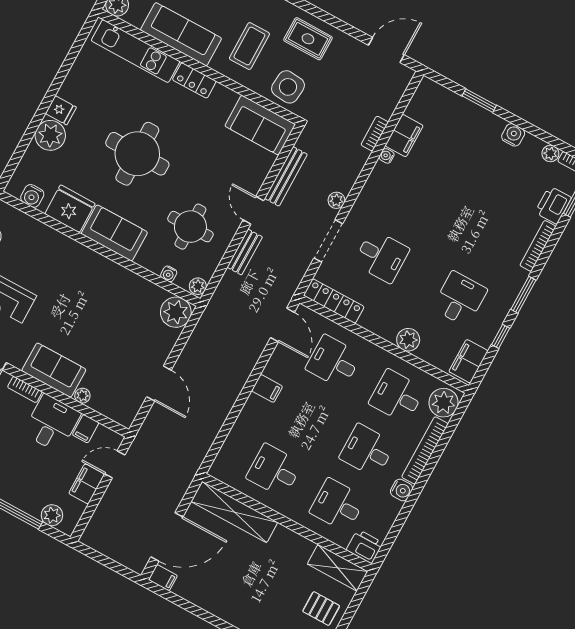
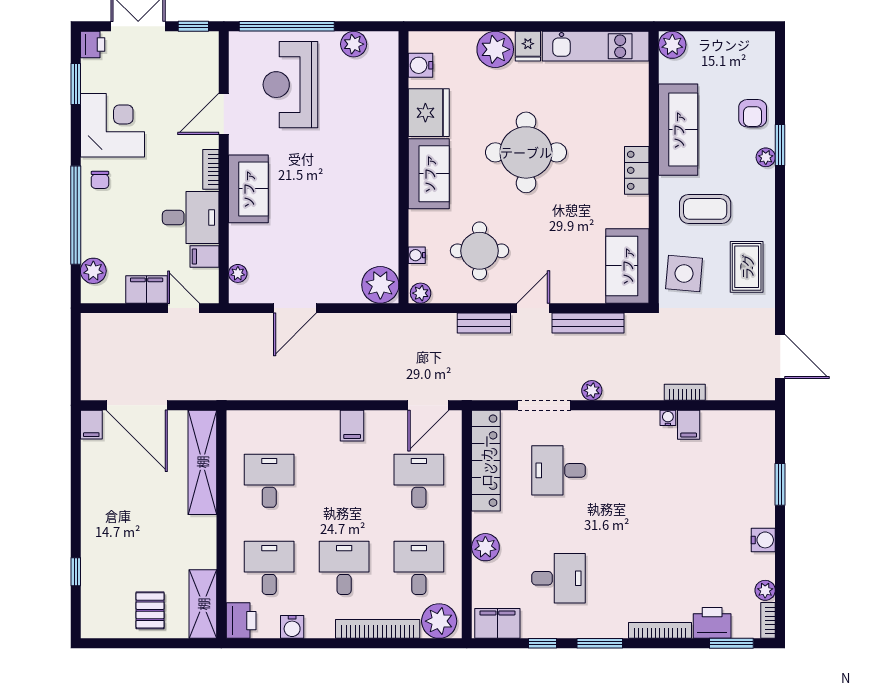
kitchen unit: (136, 51) -> (596, 46), moved, turned -90
filing cabinet: (404, 136) -> (689, 425), width x0.50
desk: (381, 256) -> (559, 470), turned 90
locker: (334, 301) -> (486, 461), width x1.41, depth x1.21
plant: (82, 396) -> (238, 273), moved
water cooler: (401, 490) -> (292, 627), moved

